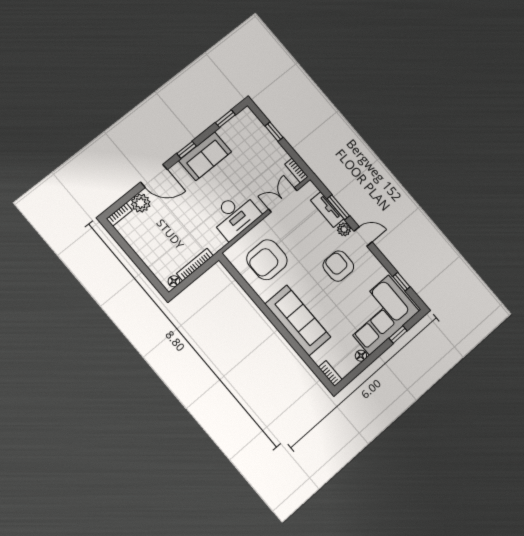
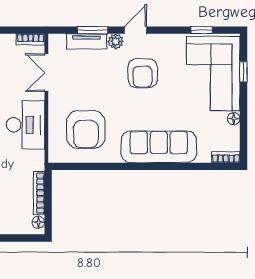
armchair: (338, 266) -> (143, 73), turned -90

